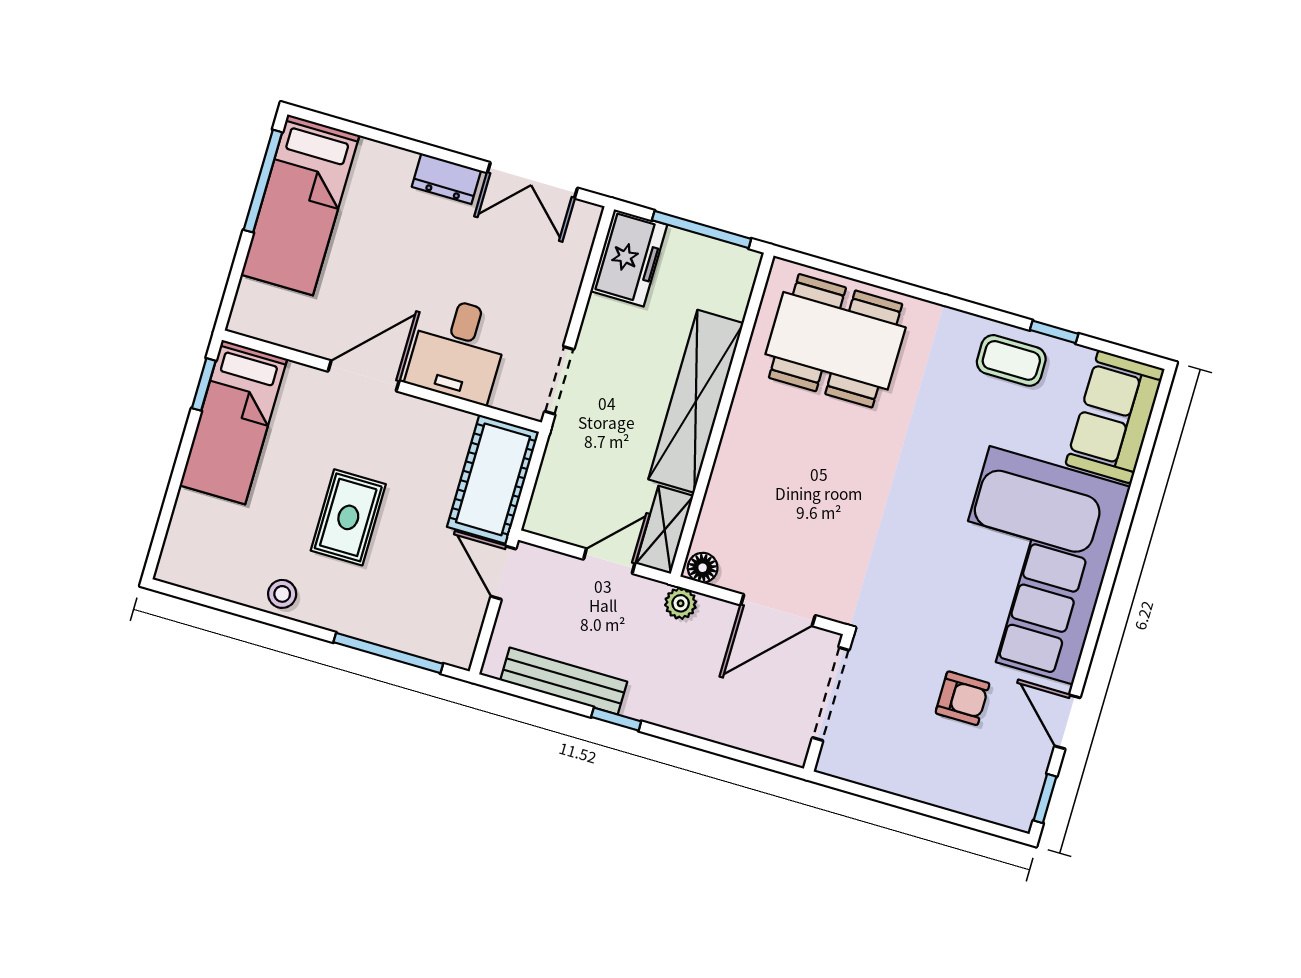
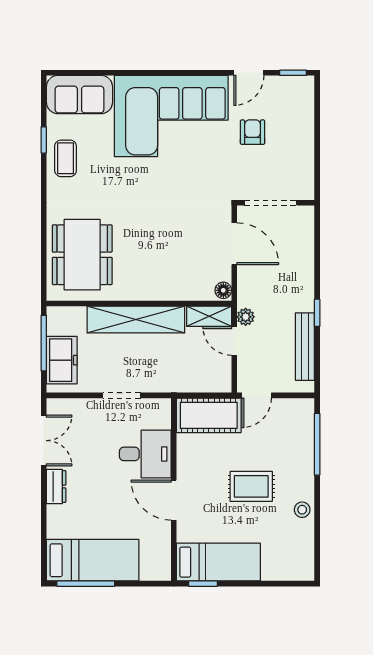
freezer: (629, 258) -> (62, 360), moved, turned 90
doorway: (559, 380) -> (122, 395), moved
plant: (681, 603) -> (246, 317), moved

